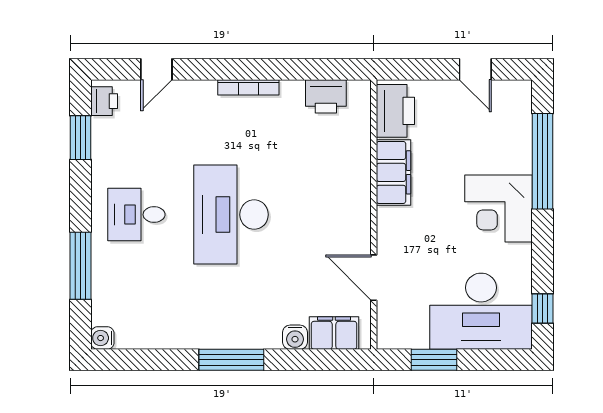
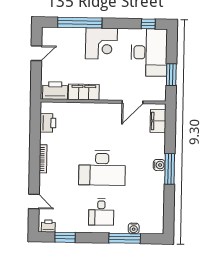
water cooler: (295, 337) -> (159, 165), moved
water cooler: (102, 338) -> (134, 228), moved

